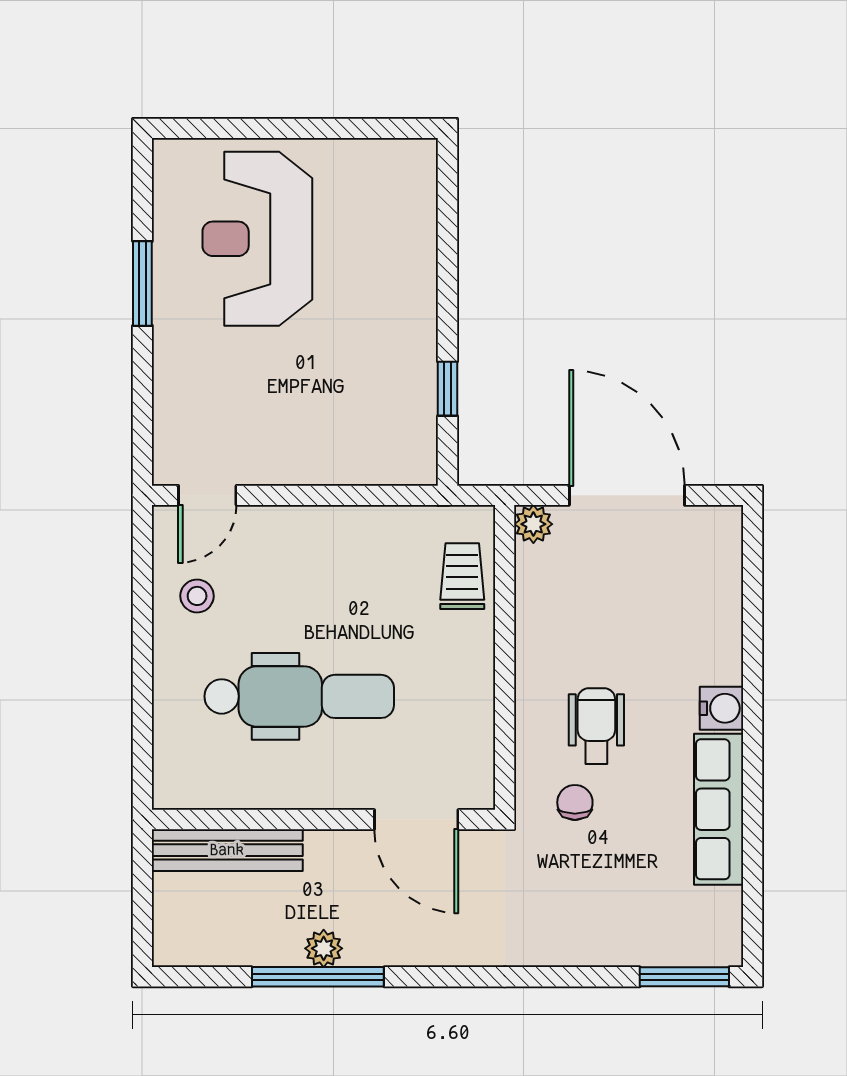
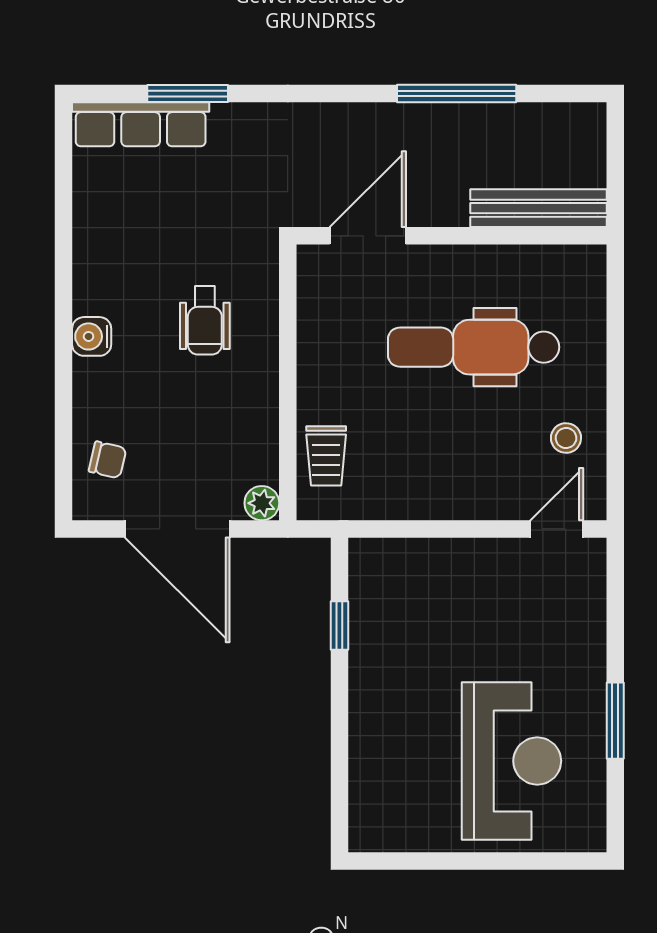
chair: (575, 802) -> (108, 460), moved, turned -77
row of seats: (719, 809) -> (141, 124), moved, turned 90
door: (416, 819) -> (368, 236), hinge flipped
plant: (324, 948) -> (452, 119), removed
window: (684, 977) -> (188, 94), moved

